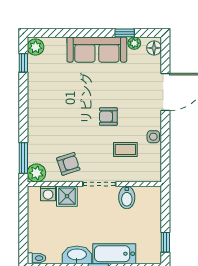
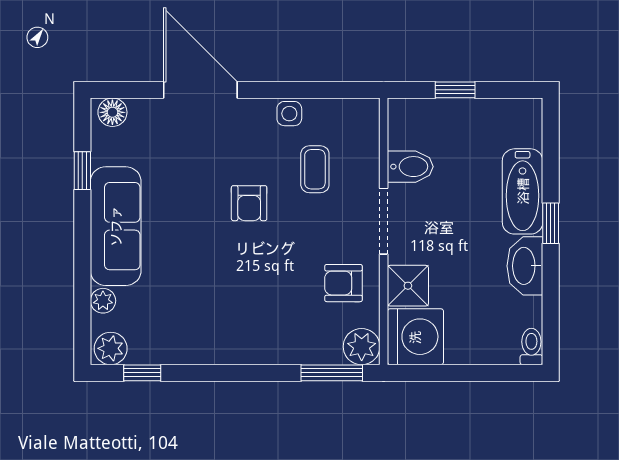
plant: (134, 43) -> (103, 301), moved
armchair: (68, 164) -> (344, 283), turned -72
washing machine: (48, 193) -> (415, 337), width x1.89, depth x1.89
window: (165, 242) -> (455, 90), moved

